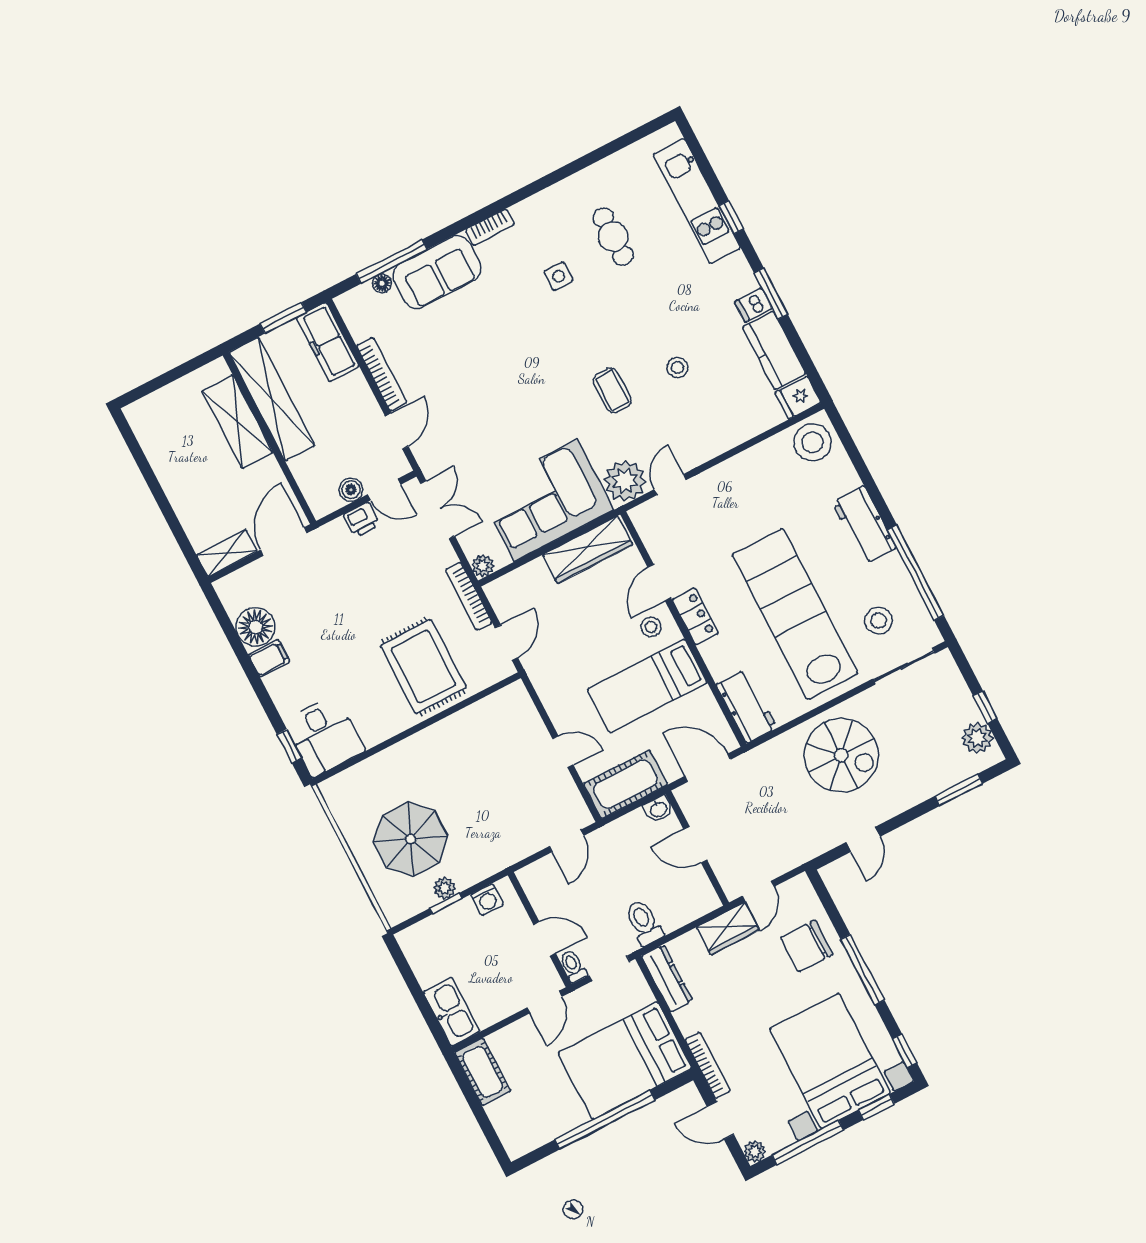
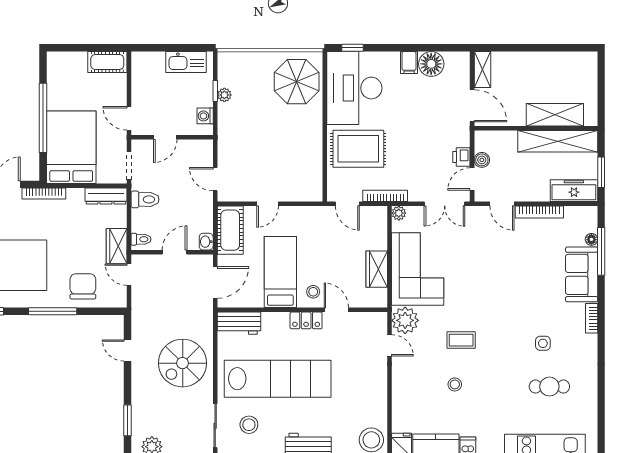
wardrobe: (588, 550) -> (377, 269), width x0.67
desk: (324, 736) -> (354, 88), width x1.87, depth x1.30
parasol: (411, 839) -> (297, 82), moved
toilet: (573, 966) -> (141, 239), moved
kitchen sink: (452, 1012) -> (186, 62), moved

